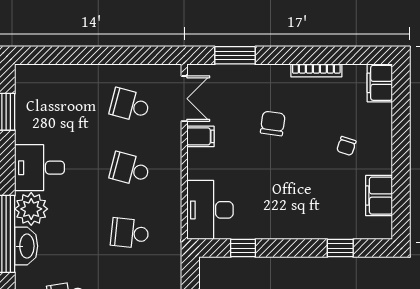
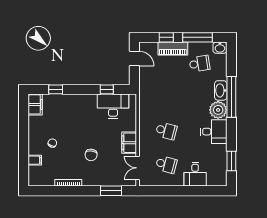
filing cabinet: (380, 83) -> (35, 160), moved, width x0.50
desk: (75, 87) -> (195, 174), added
filing cabinet: (200, 136) -> (129, 143), width x2.00
filing cabinet: (379, 196) -> (35, 104), moved
desk: (210, 210) -> (113, 106), moved, turned -90
school desk: (130, 233) -> (166, 97), removed

